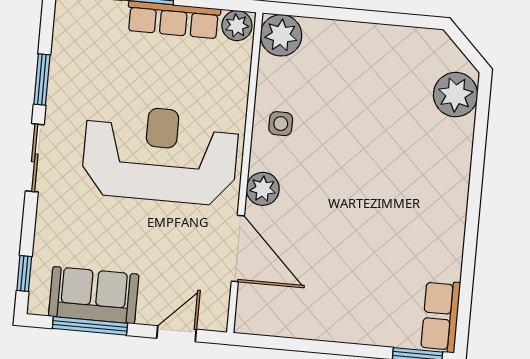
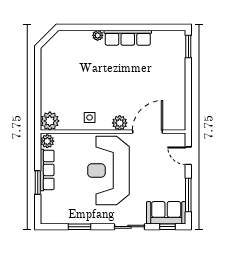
plant: (456, 95) -> (98, 35), moved, width x0.53, depth x0.53
sliding door: (35, 158) -> (129, 227), moved
sofa: (94, 295) -> (166, 213), moved, turned 90
row of seats: (441, 316) -> (128, 38), moved, width x1.48

